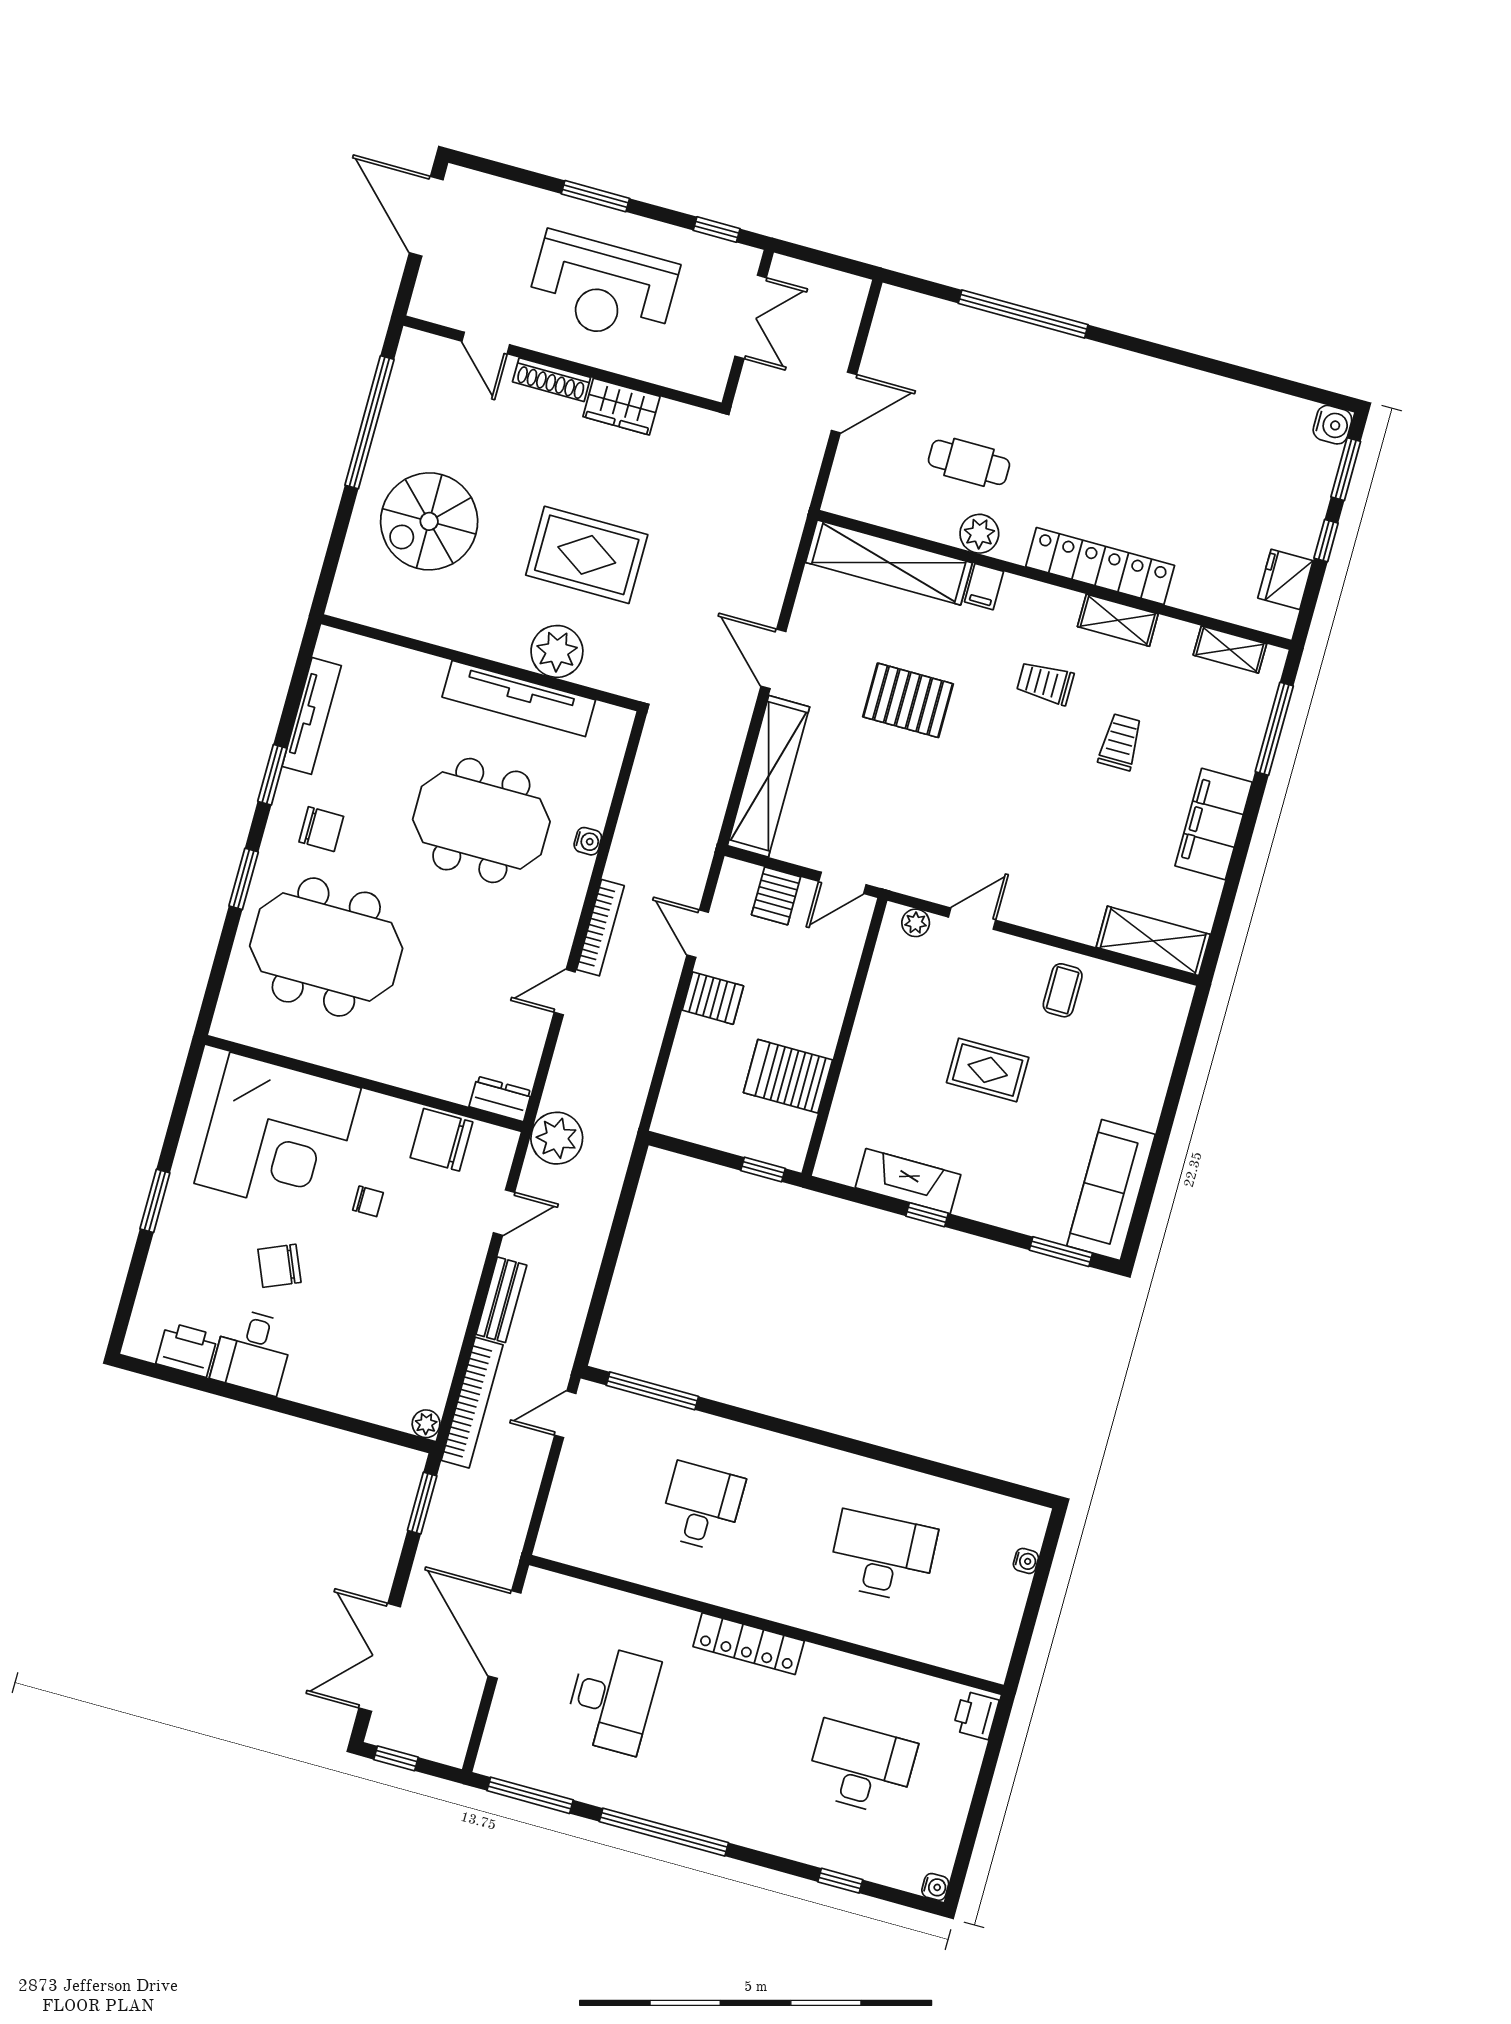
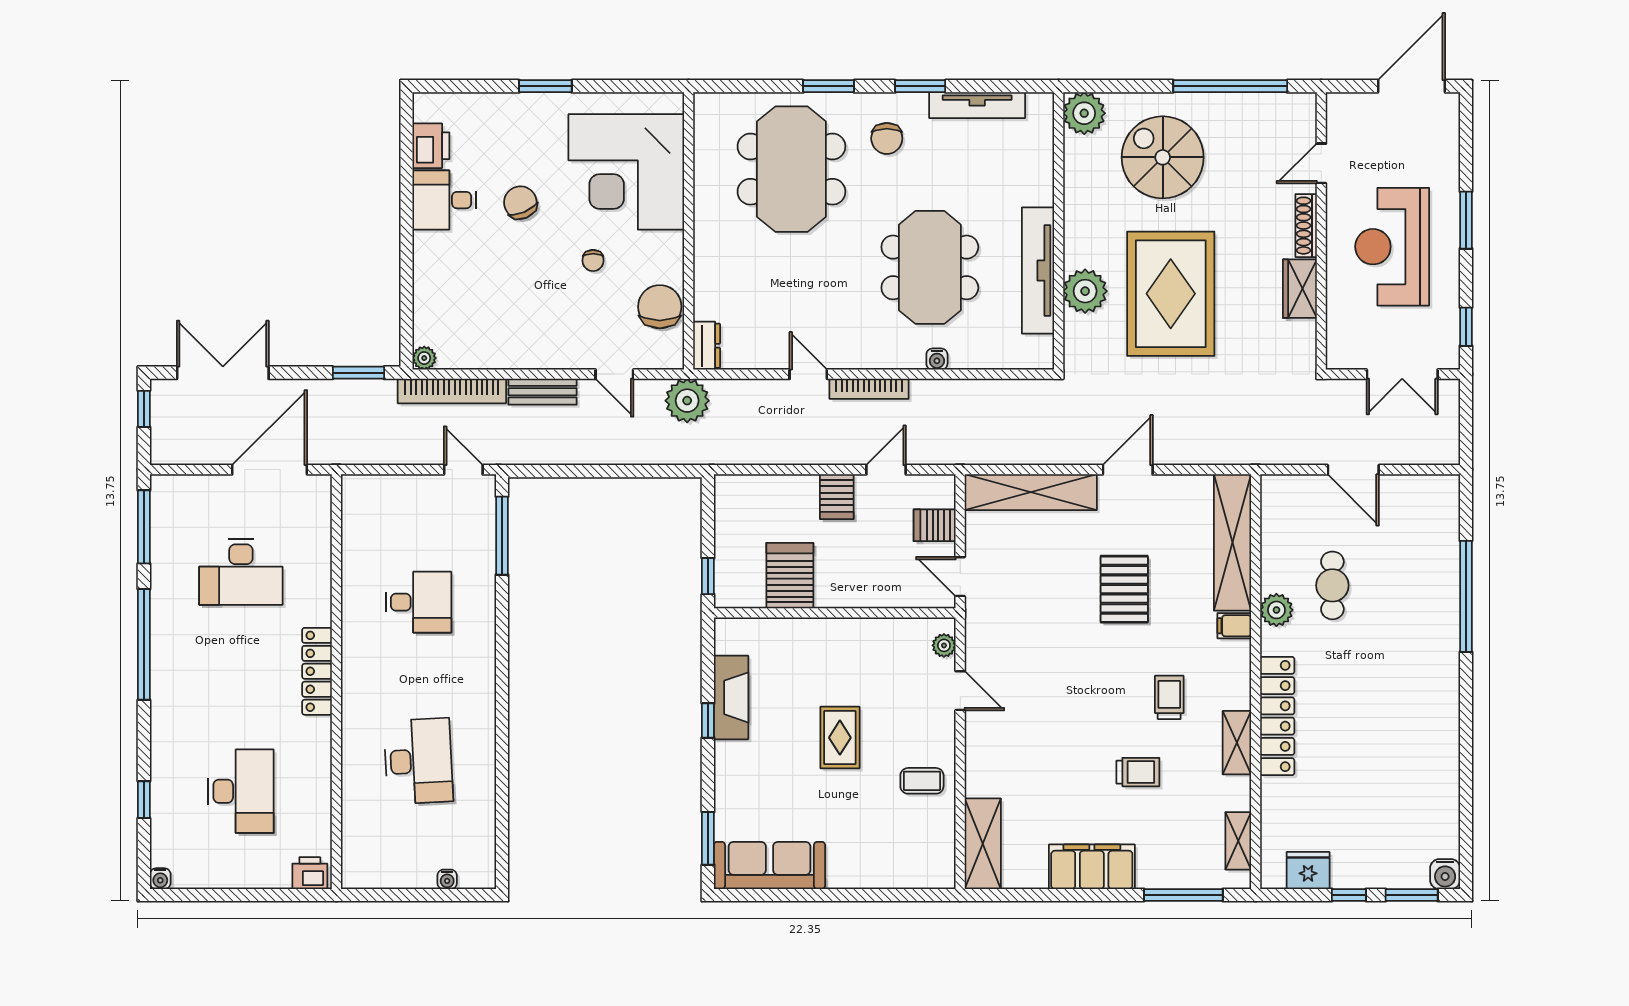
rug: (587, 555) -> (1171, 294), width x1.37, depth x1.44
plant: (354, 597) -> (1084, 113), added

